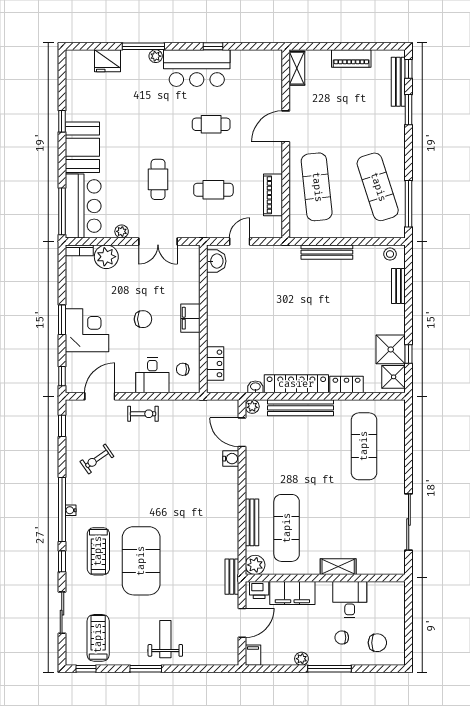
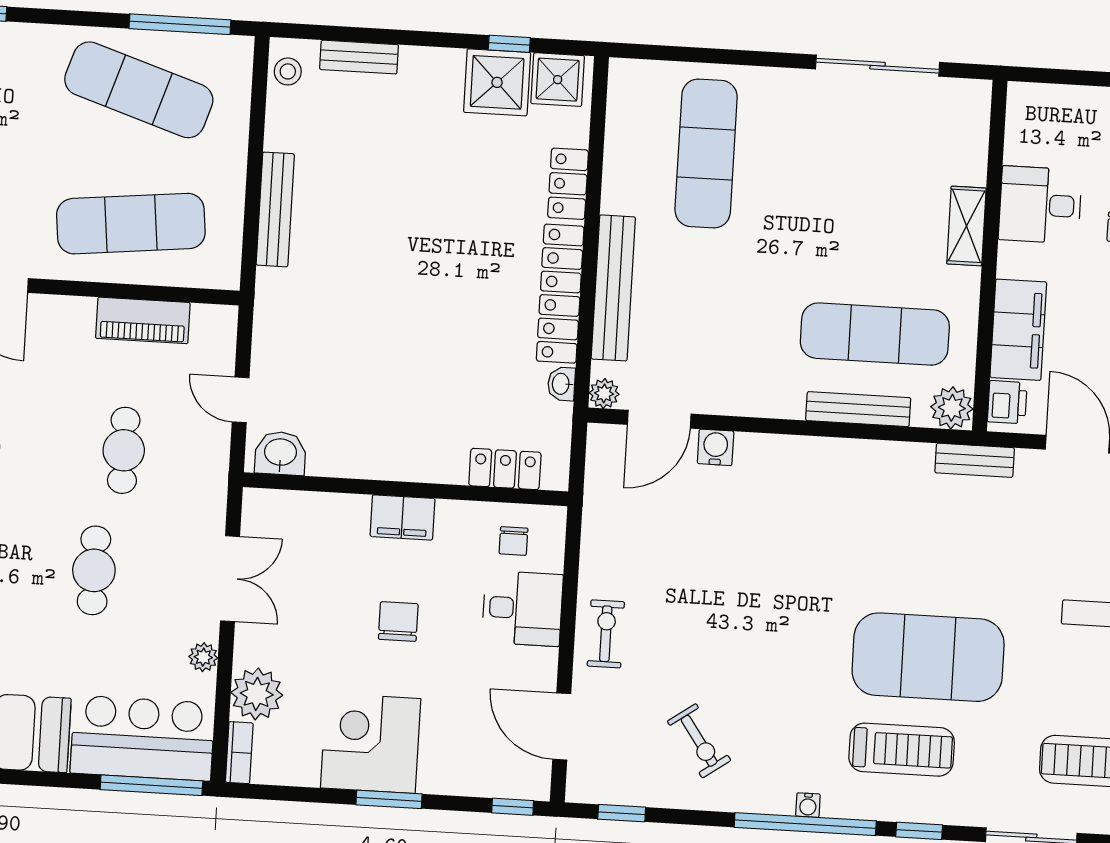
cafe table: (158, 179) -> (94, 570), turned 90
exercise mat: (378, 187) -> (139, 90), turned 36
corner desk: (87, 330) -> (371, 743), moved
exercise mat: (364, 446) -> (706, 154), turned 90

